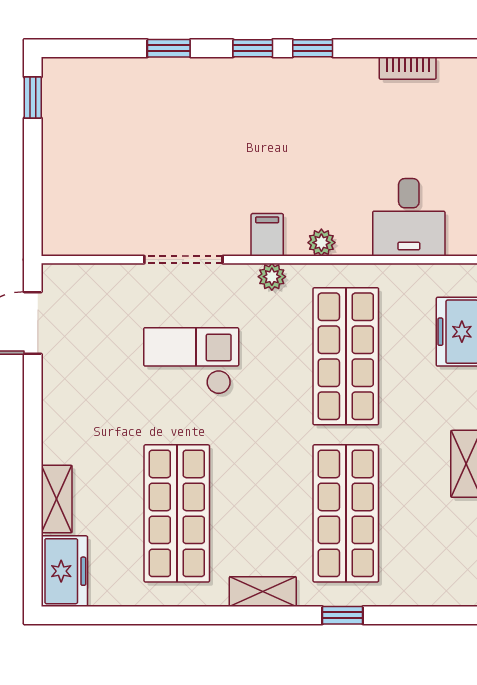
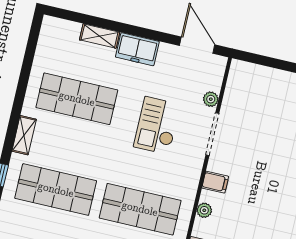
plant: (272, 277) -> (211, 99), moved
checkout: (191, 361) -> (157, 126), turned 180
freezer: (64, 571) -> (137, 49), moved

